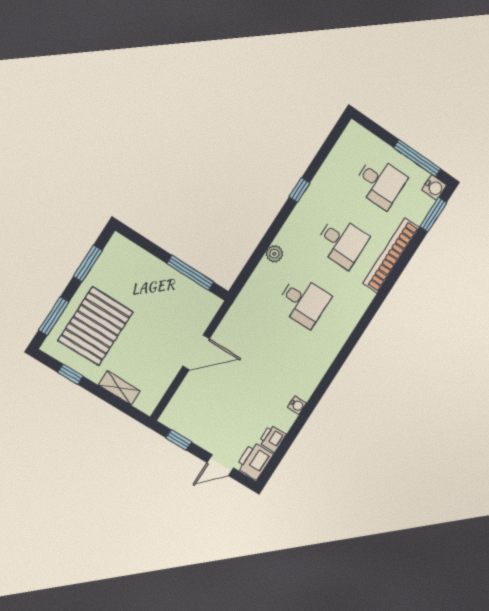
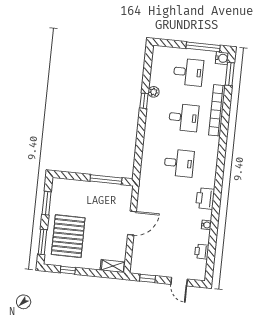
plant: (274, 254) -> (154, 92), moved
shelving: (119, 388) -> (113, 266), moved
printer: (254, 461) -> (205, 198), moved
door: (220, 465) -> (179, 282), hinge flipped

